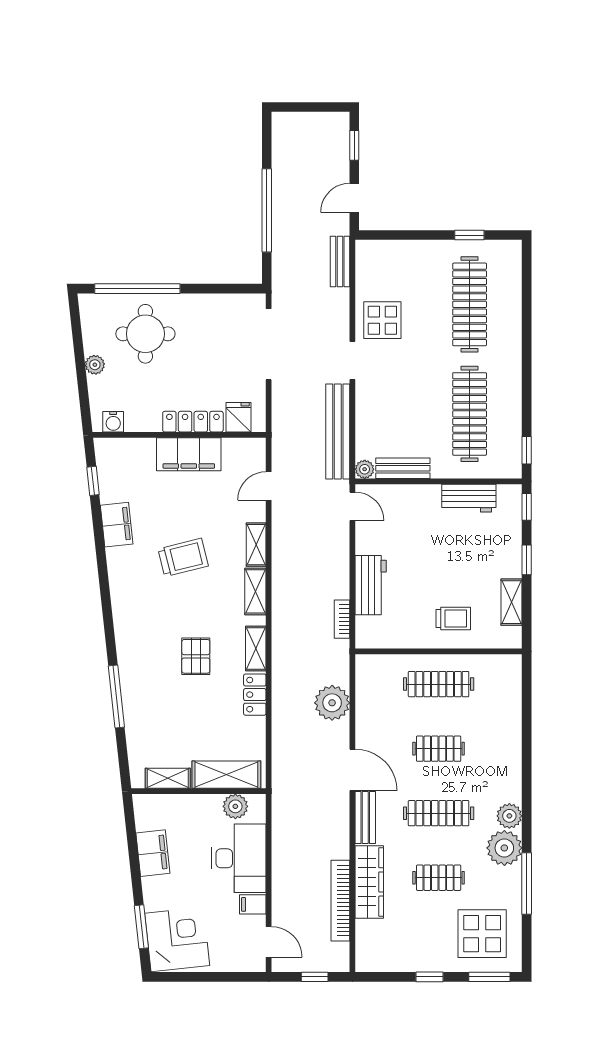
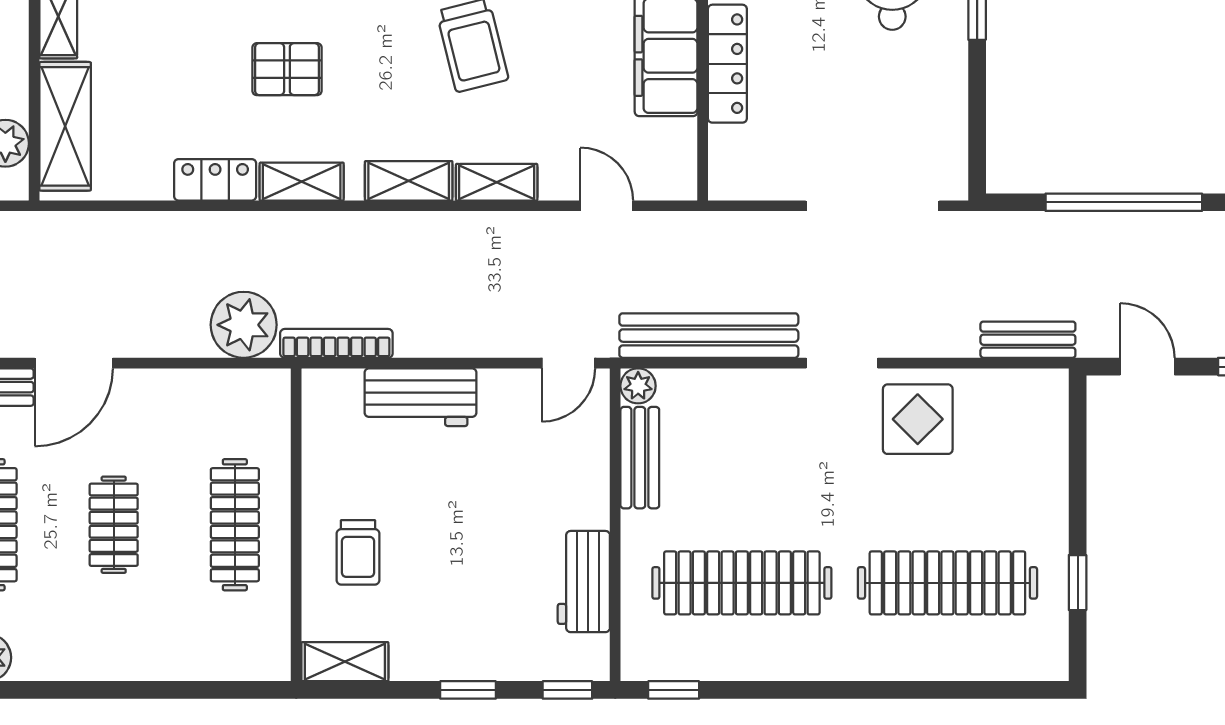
fridge: (239, 417) -> (736, 149), removed
shelving: (512, 602) -> (345, 662), moved
bookcase: (342, 619) -> (336, 343), width x1.56
plant: (332, 703) -> (244, 325), moved

